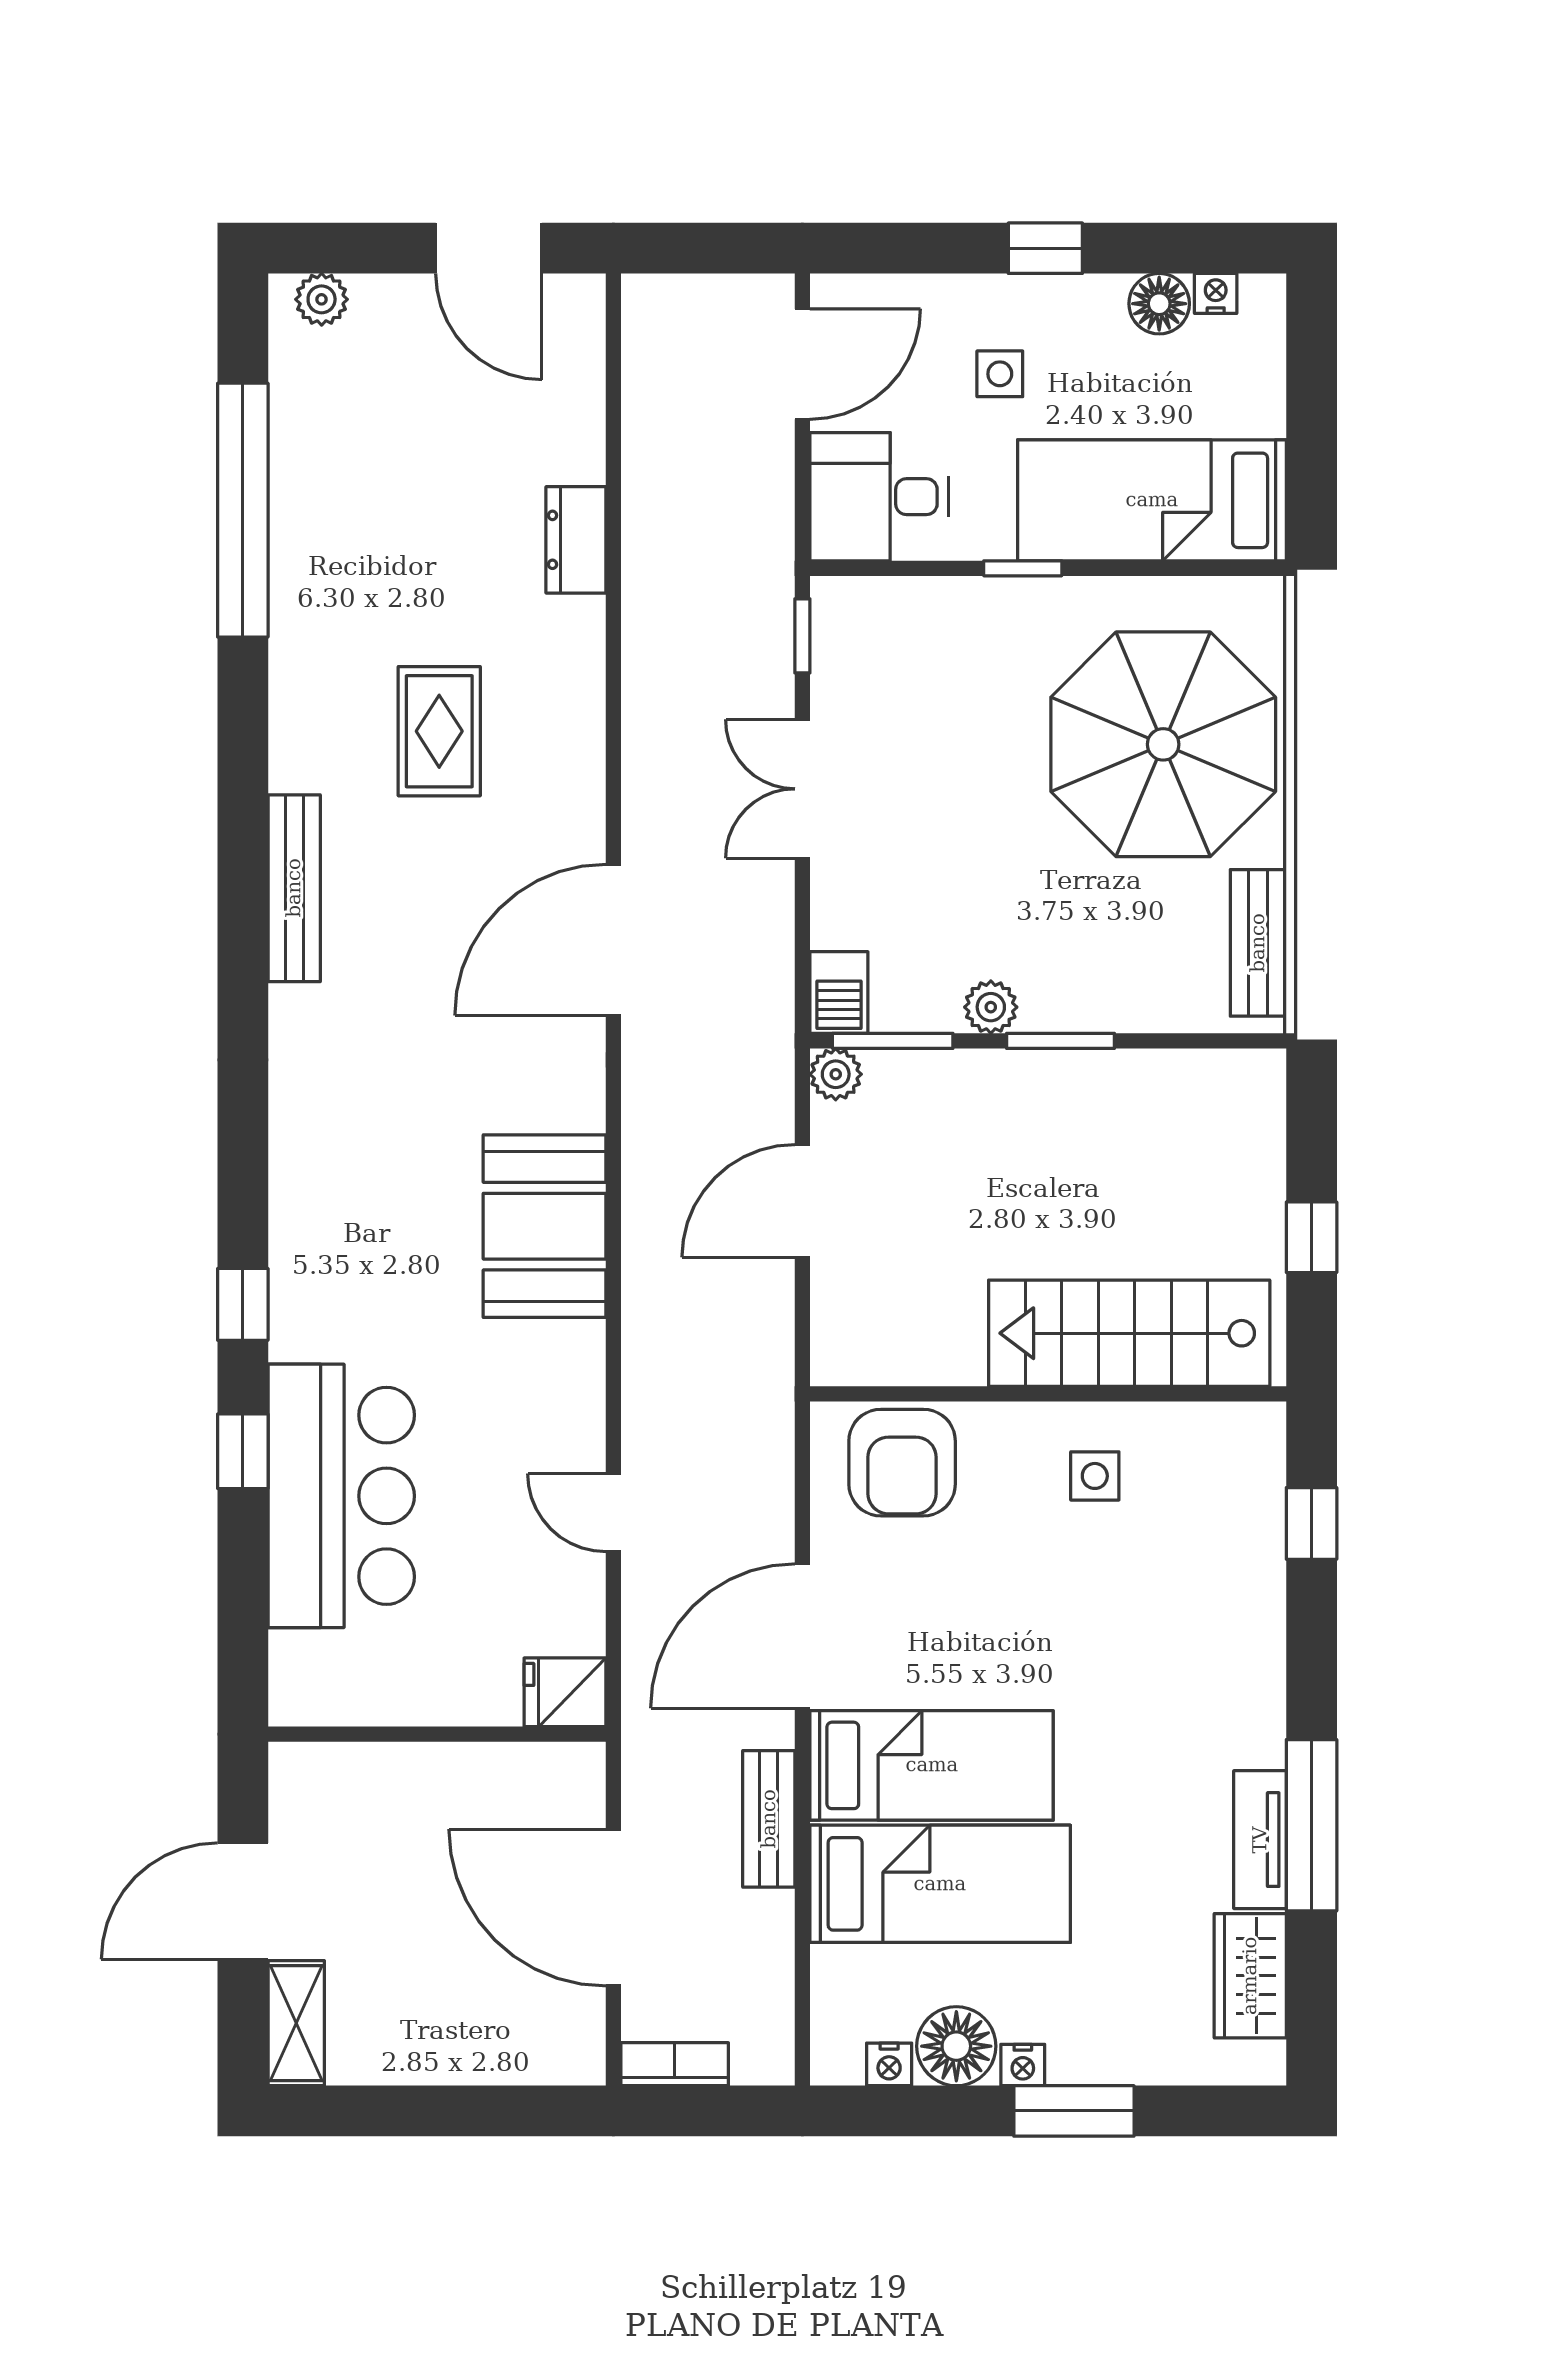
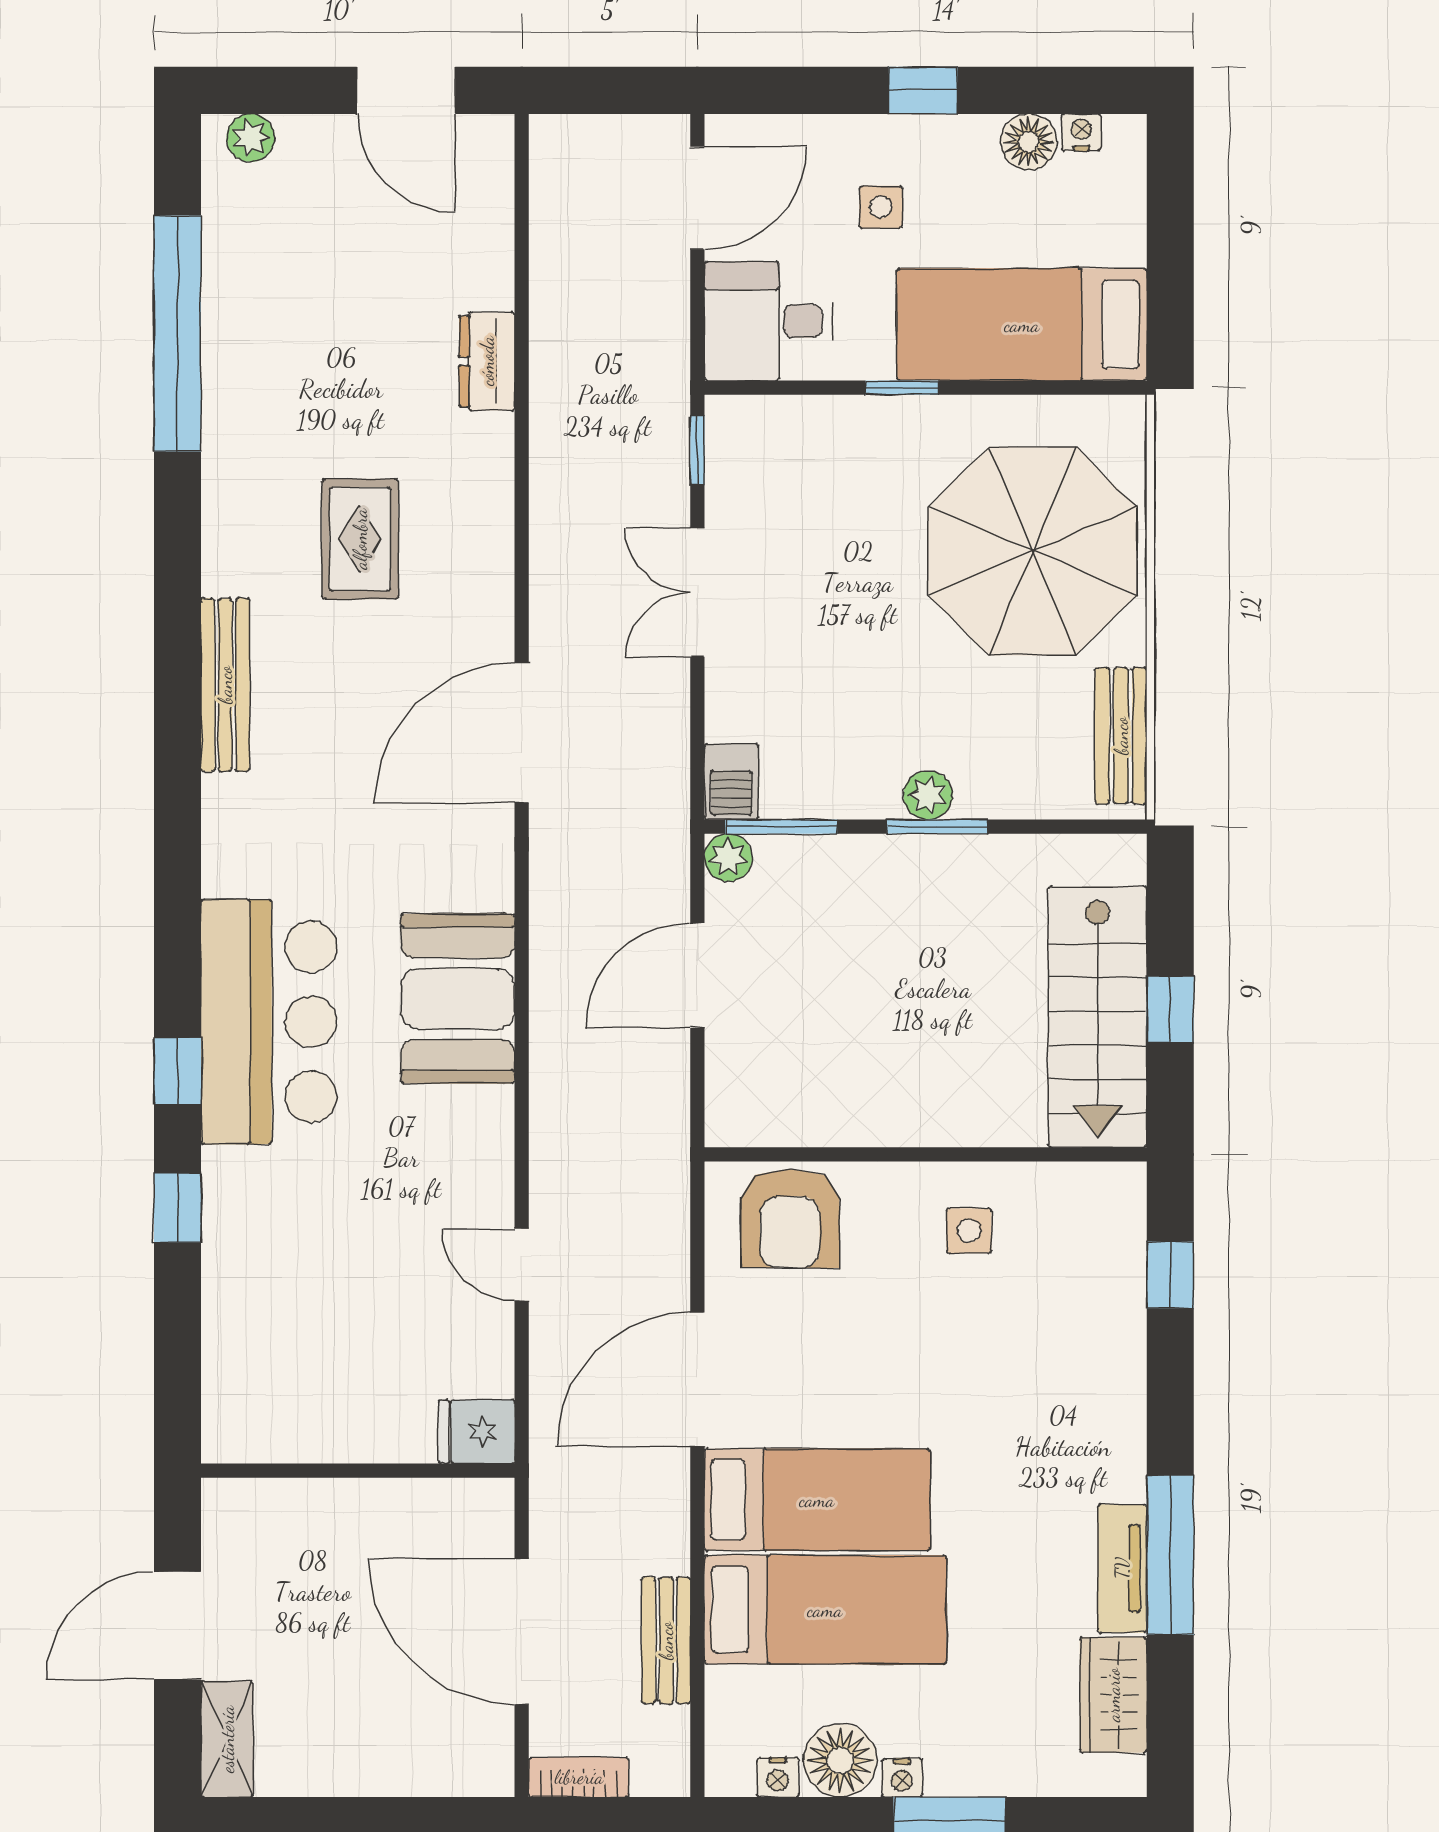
plant: (991, 1007) -> (928, 795), moved
stairs: (1129, 1333) -> (1098, 1017), moved, turned -90
bar counter: (341, 1496) -> (269, 1022), moved
bench: (769, 1819) -> (666, 1641), moved

